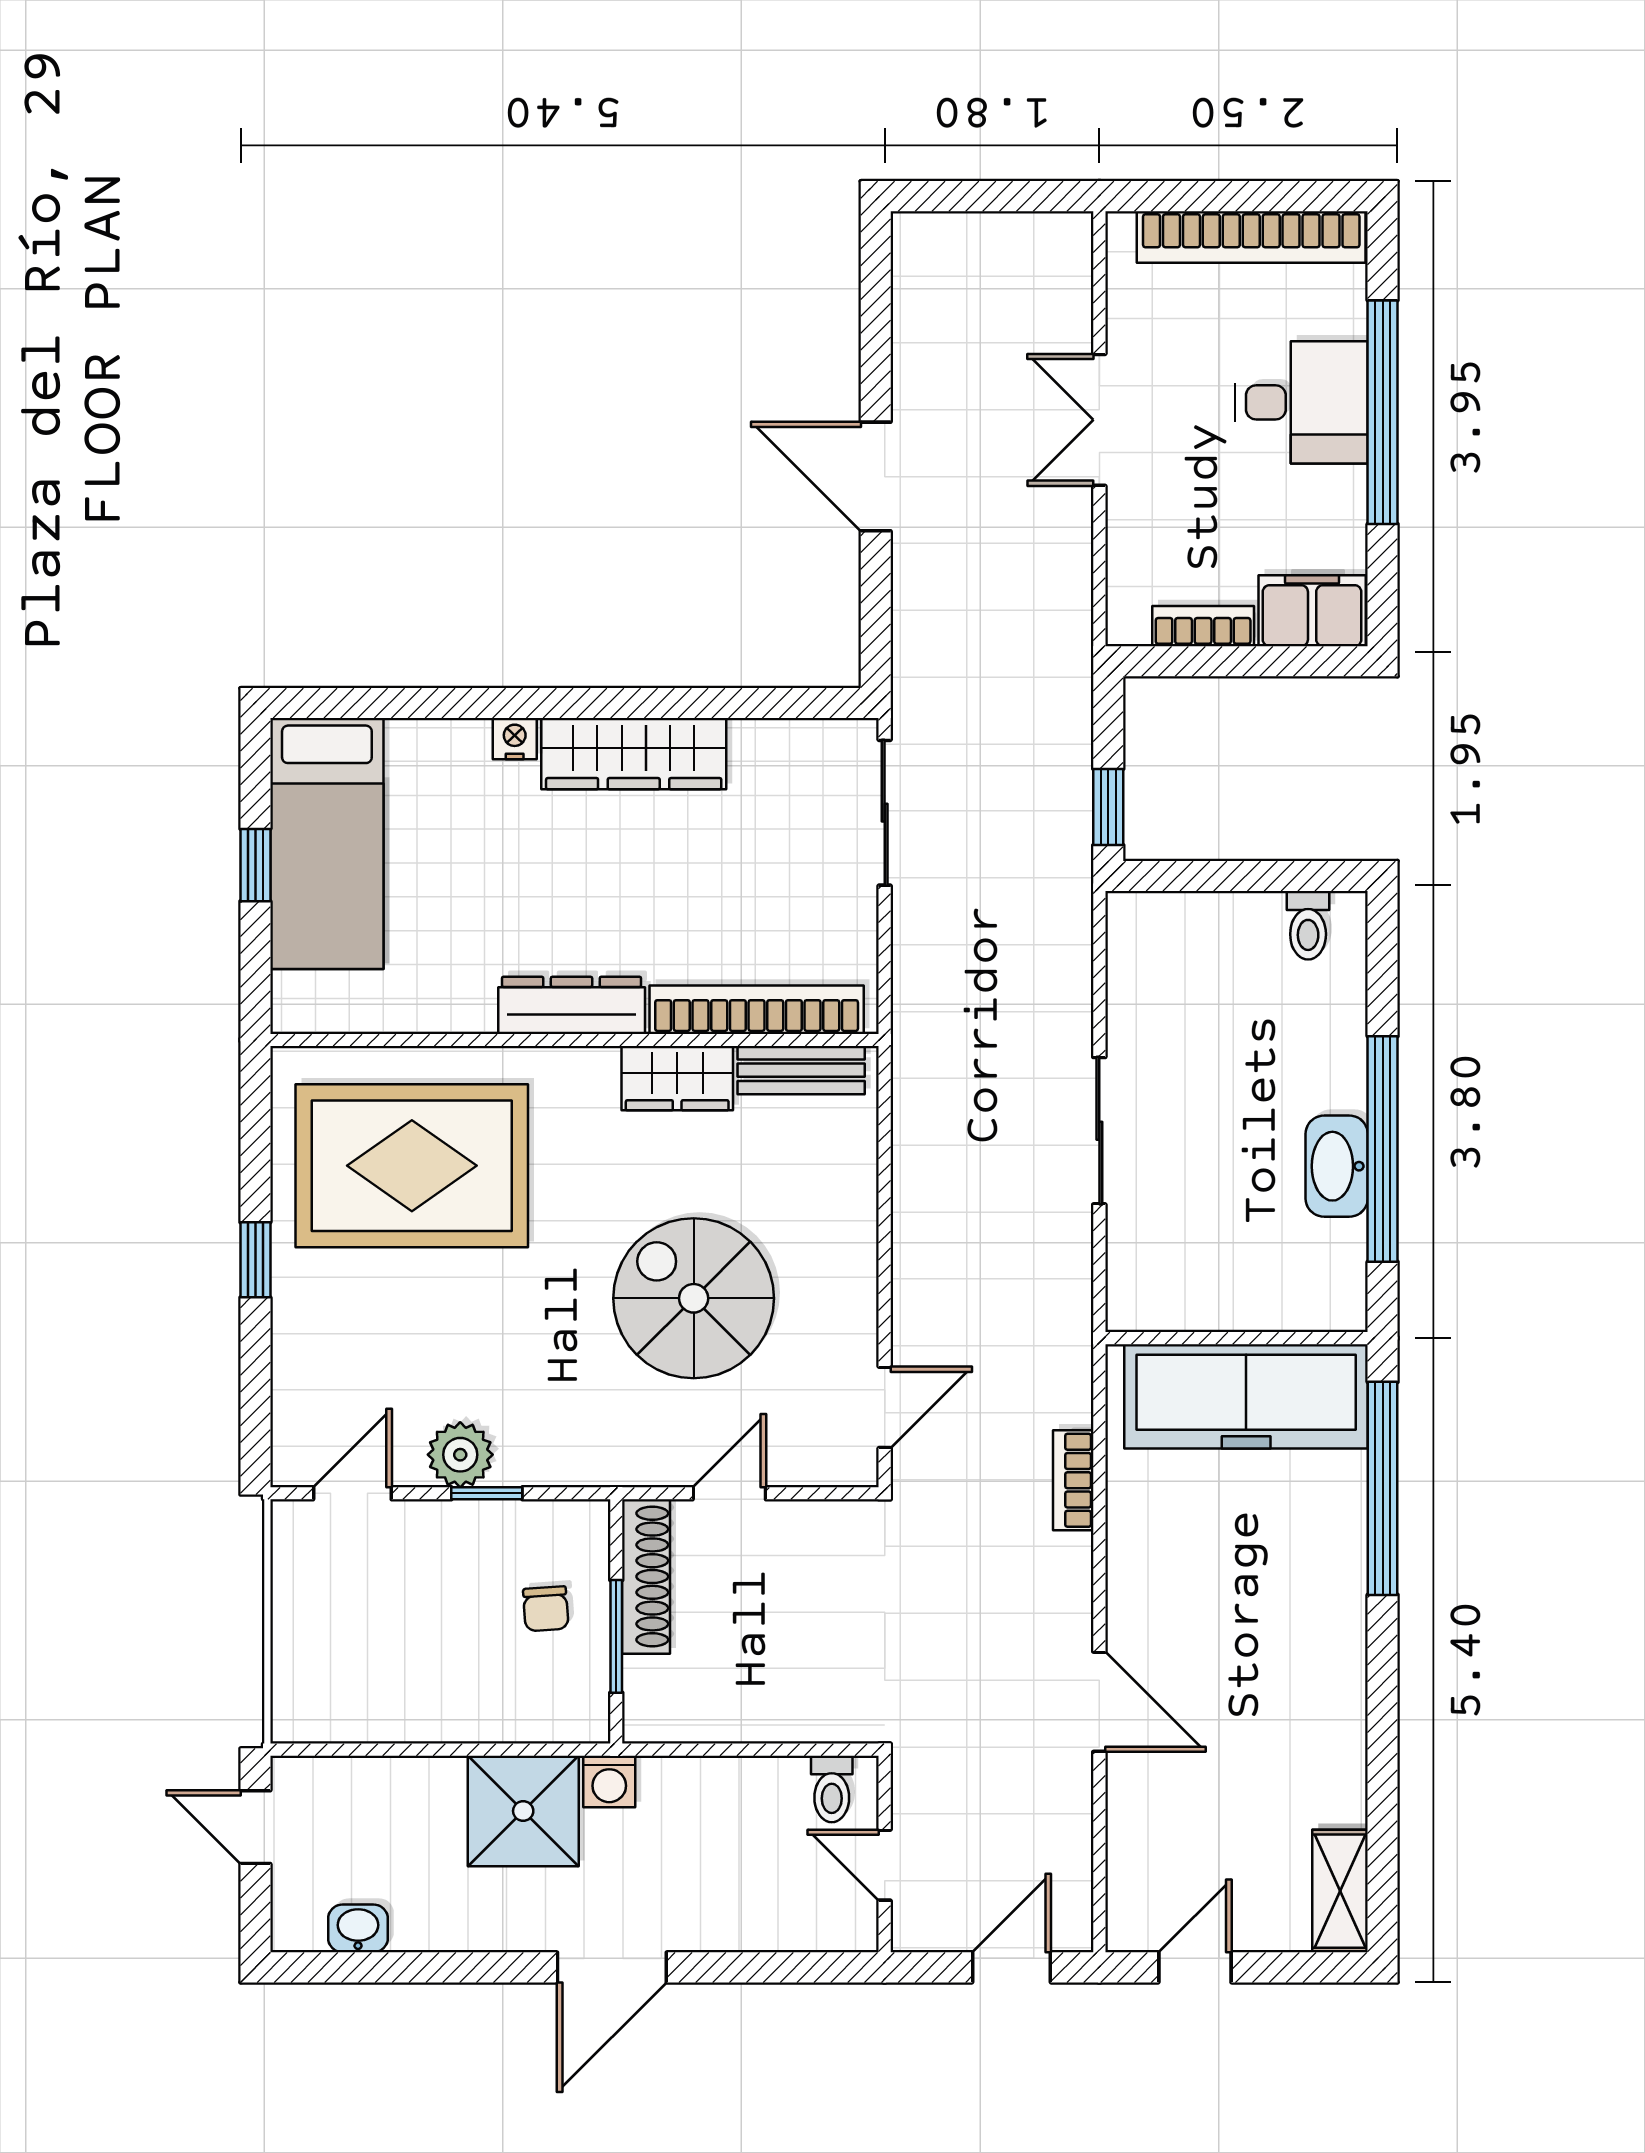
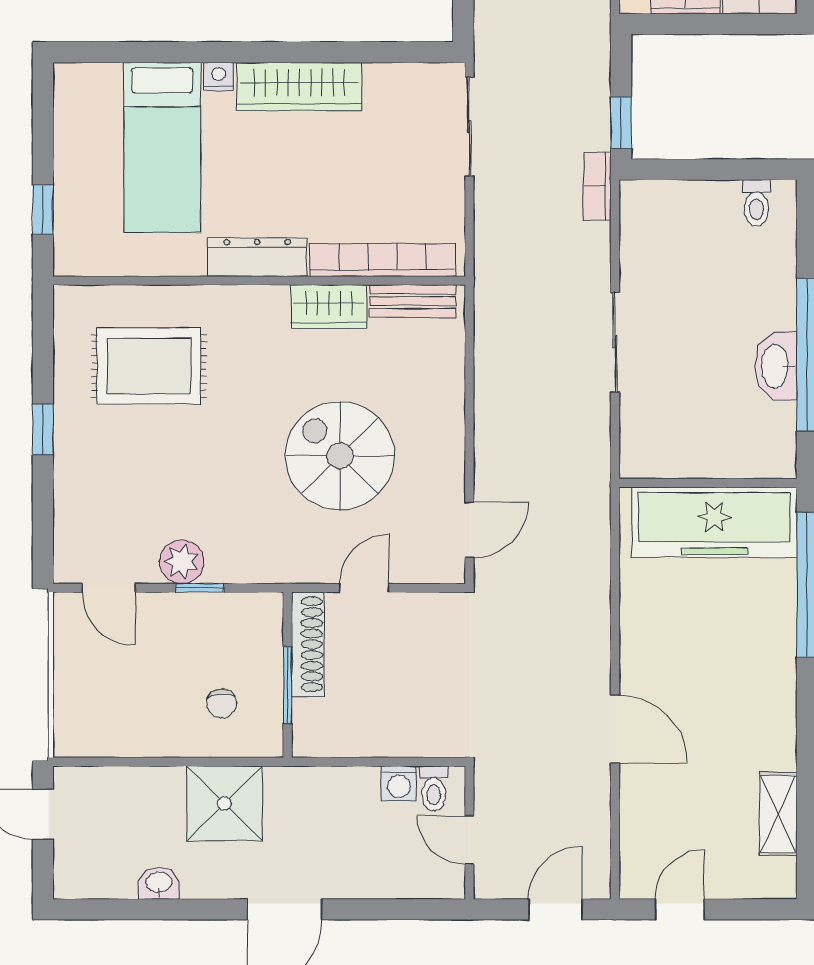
bed: (327, 844) -> (162, 148), moved
window: (255, 865) -> (43, 210), moved
rug: (412, 1166) -> (149, 366), width x0.73, depth x0.69
bookcase: (1073, 1480) -> (597, 186), moved
door: (352, 1493) -> (109, 588), swing flipped
chair: (546, 1609) -> (222, 703), moved
washing machine: (609, 1782) -> (399, 783), moved
shelving: (1340, 1891) -> (778, 814), moved
washbasin: (358, 1928) -> (159, 883), moved

